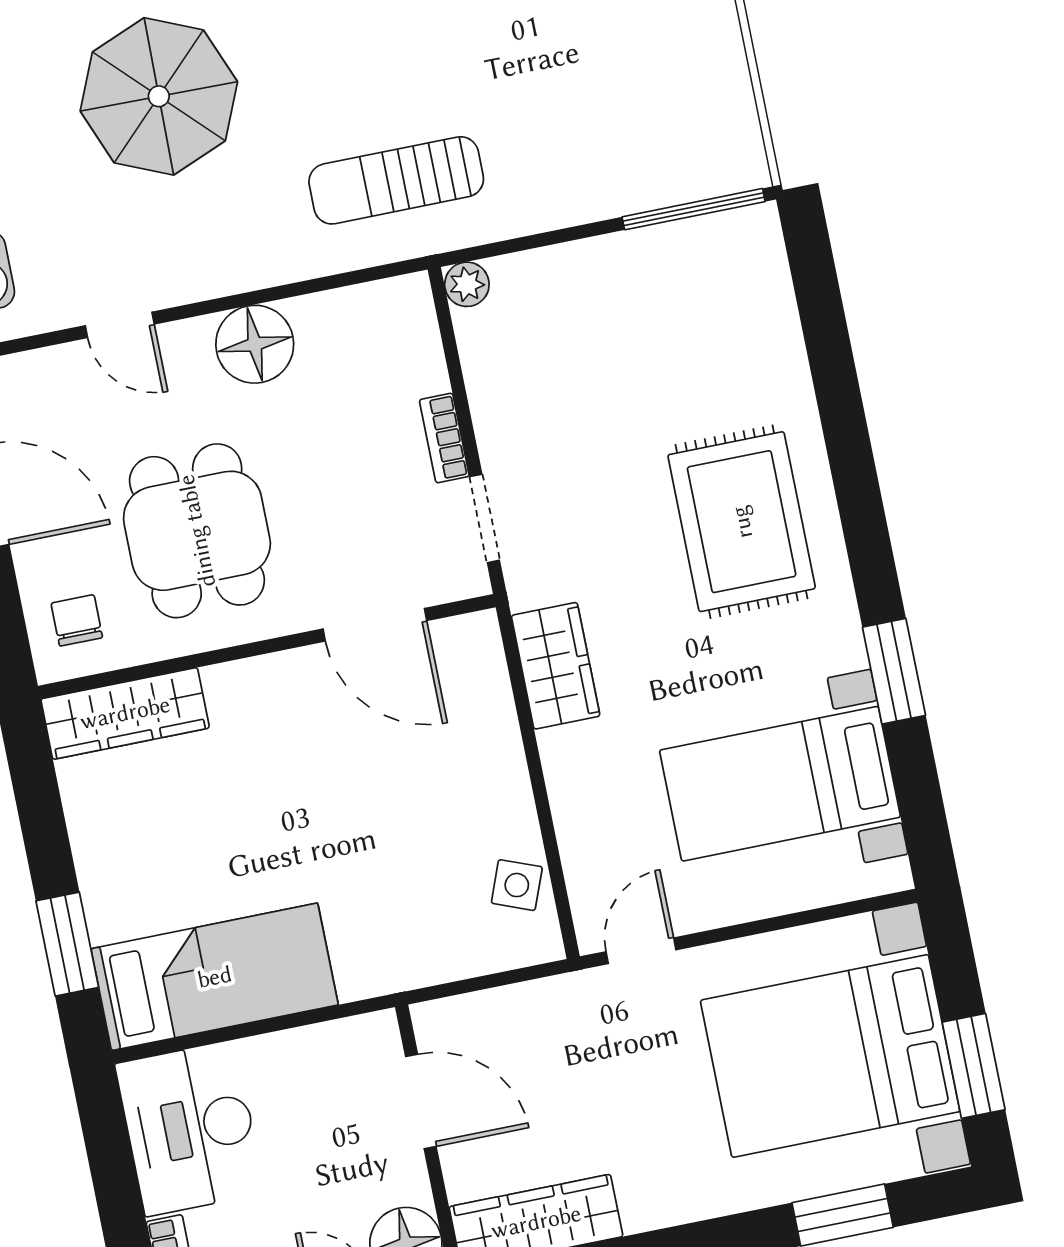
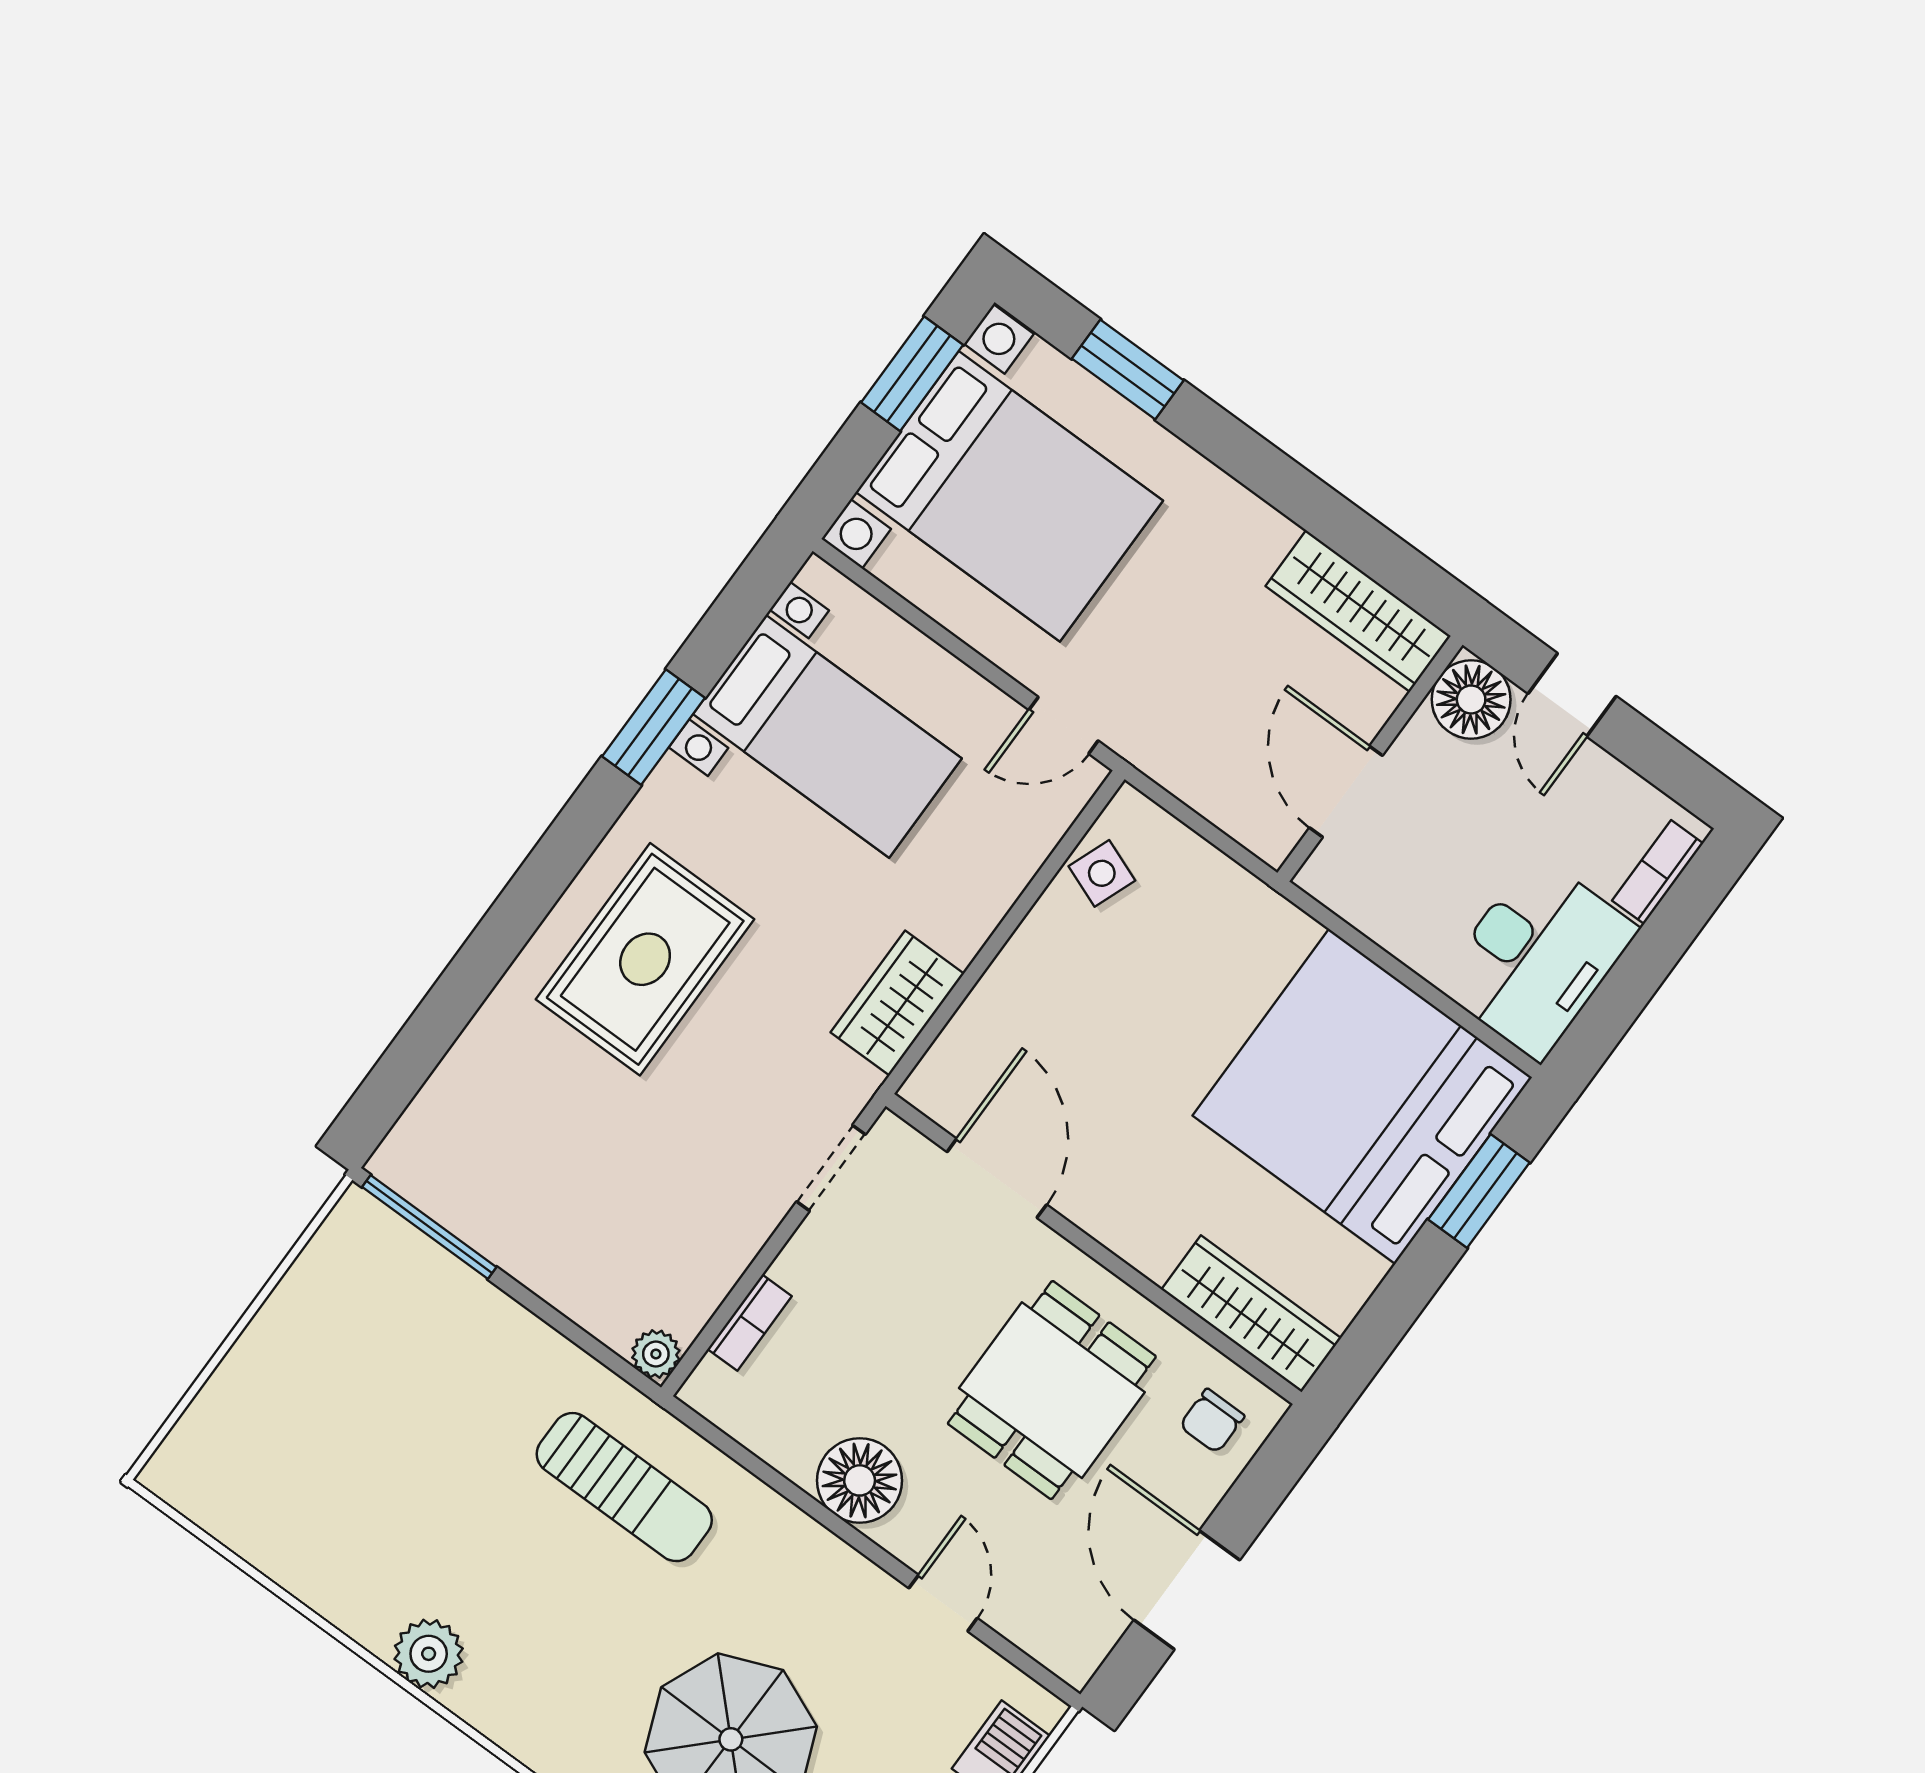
bookcase: (444, 438) -> (750, 1323), moved
bed: (215, 977) -> (1362, 1096), width x2.04

